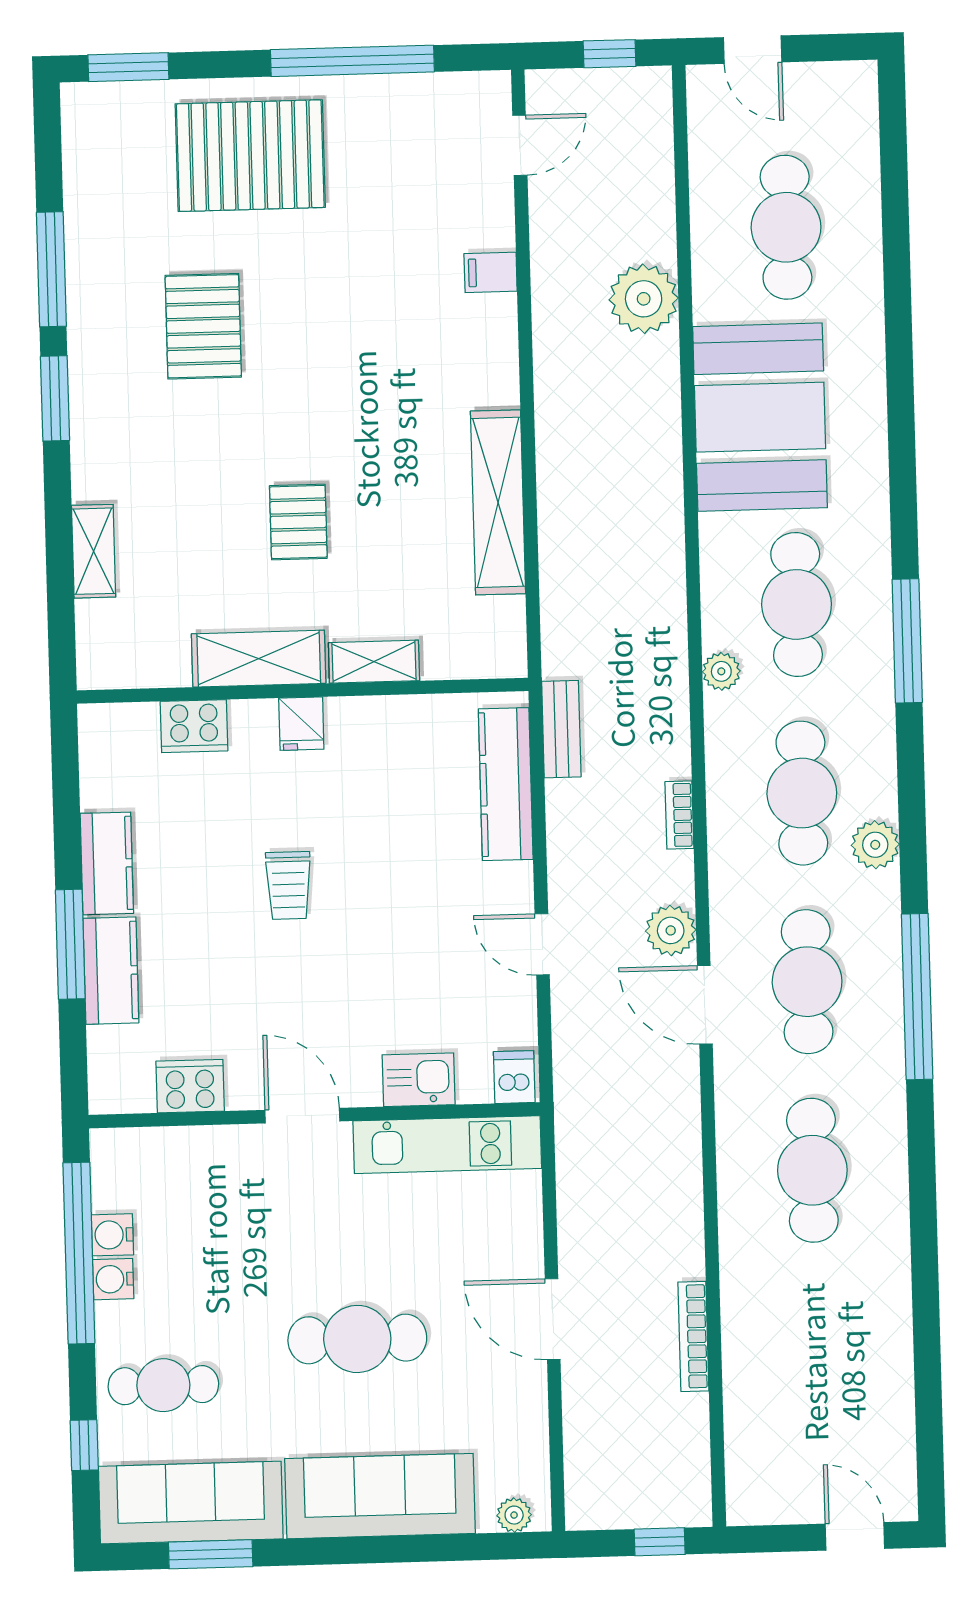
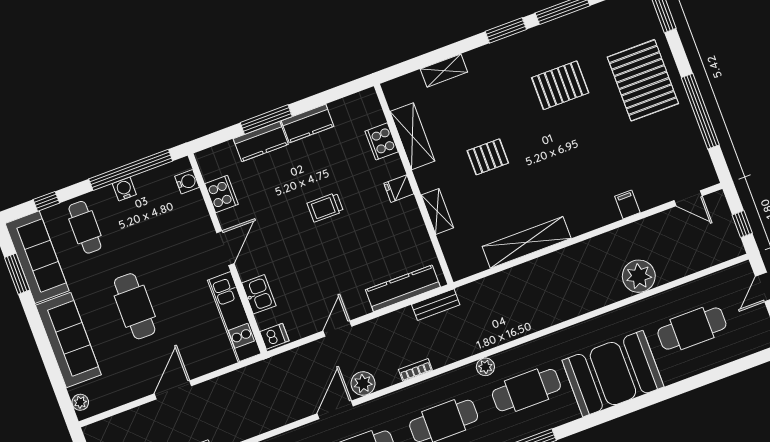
booth: (760, 417) -> (613, 374), moved
shelving: (259, 659) -> (412, 136), moved
water cooler: (112, 1235) -> (187, 182), moved, turned 90

